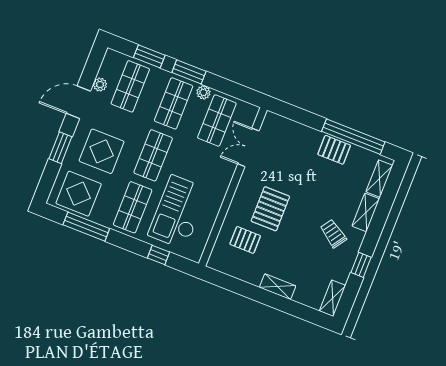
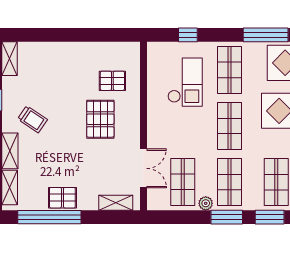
checkout: (178, 212) -> (185, 82), width x0.73, depth x0.83
shelving: (278, 287) -> (116, 203), moved

